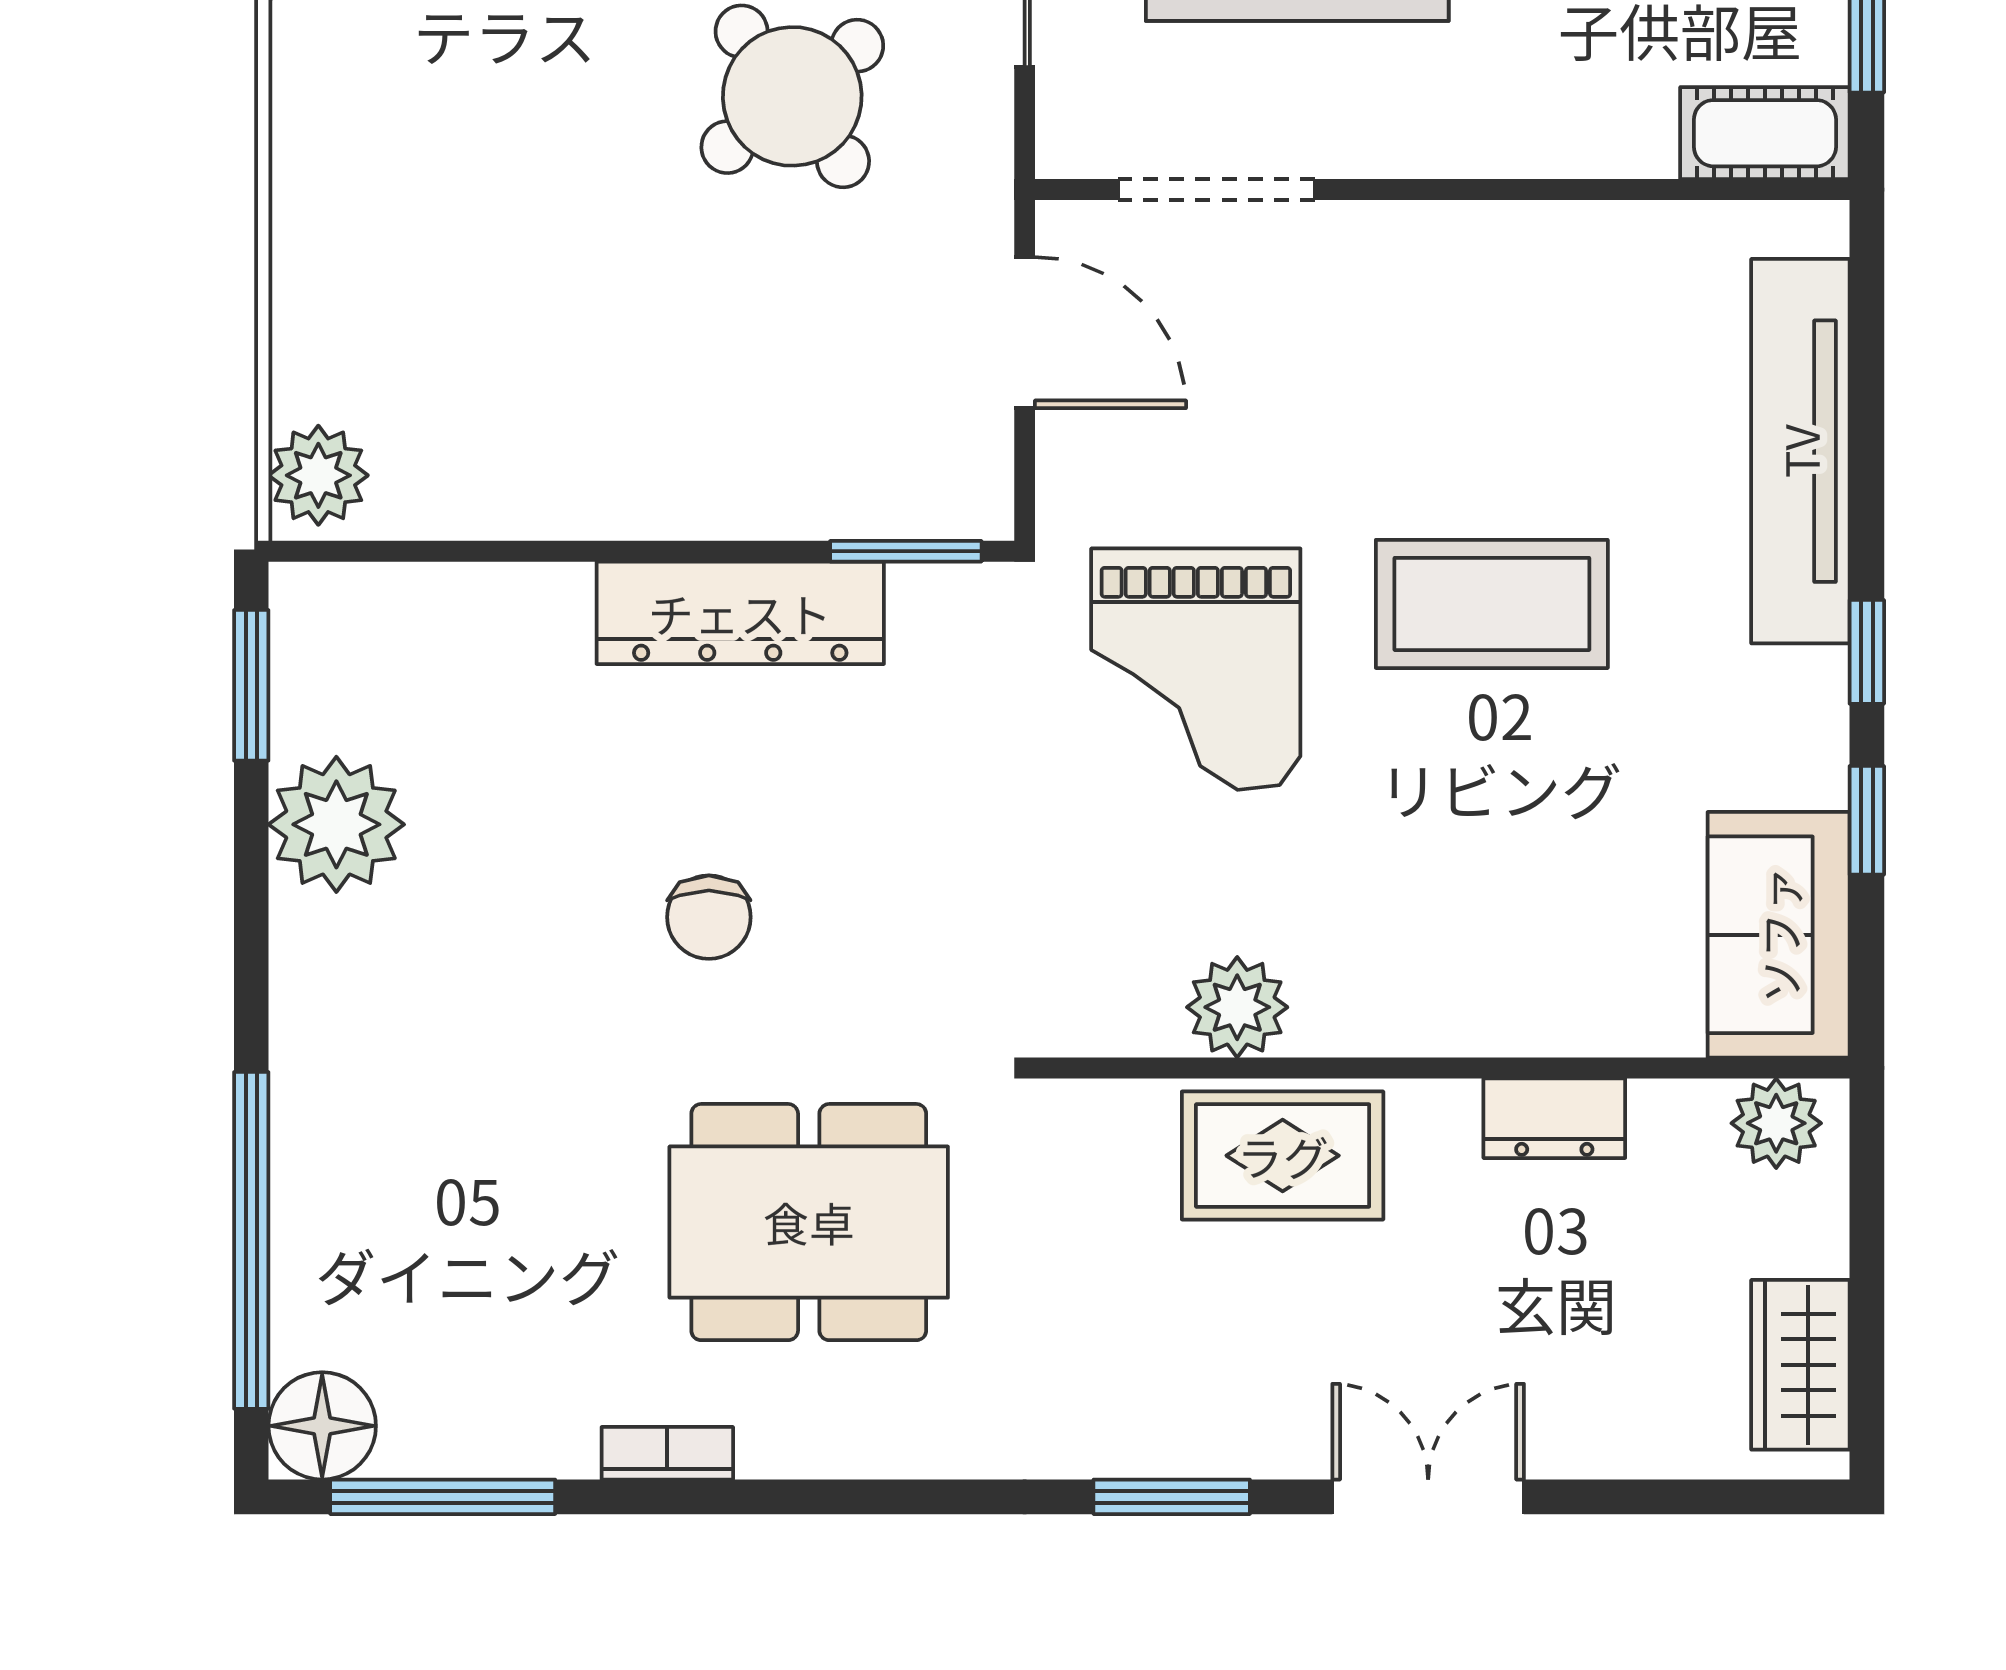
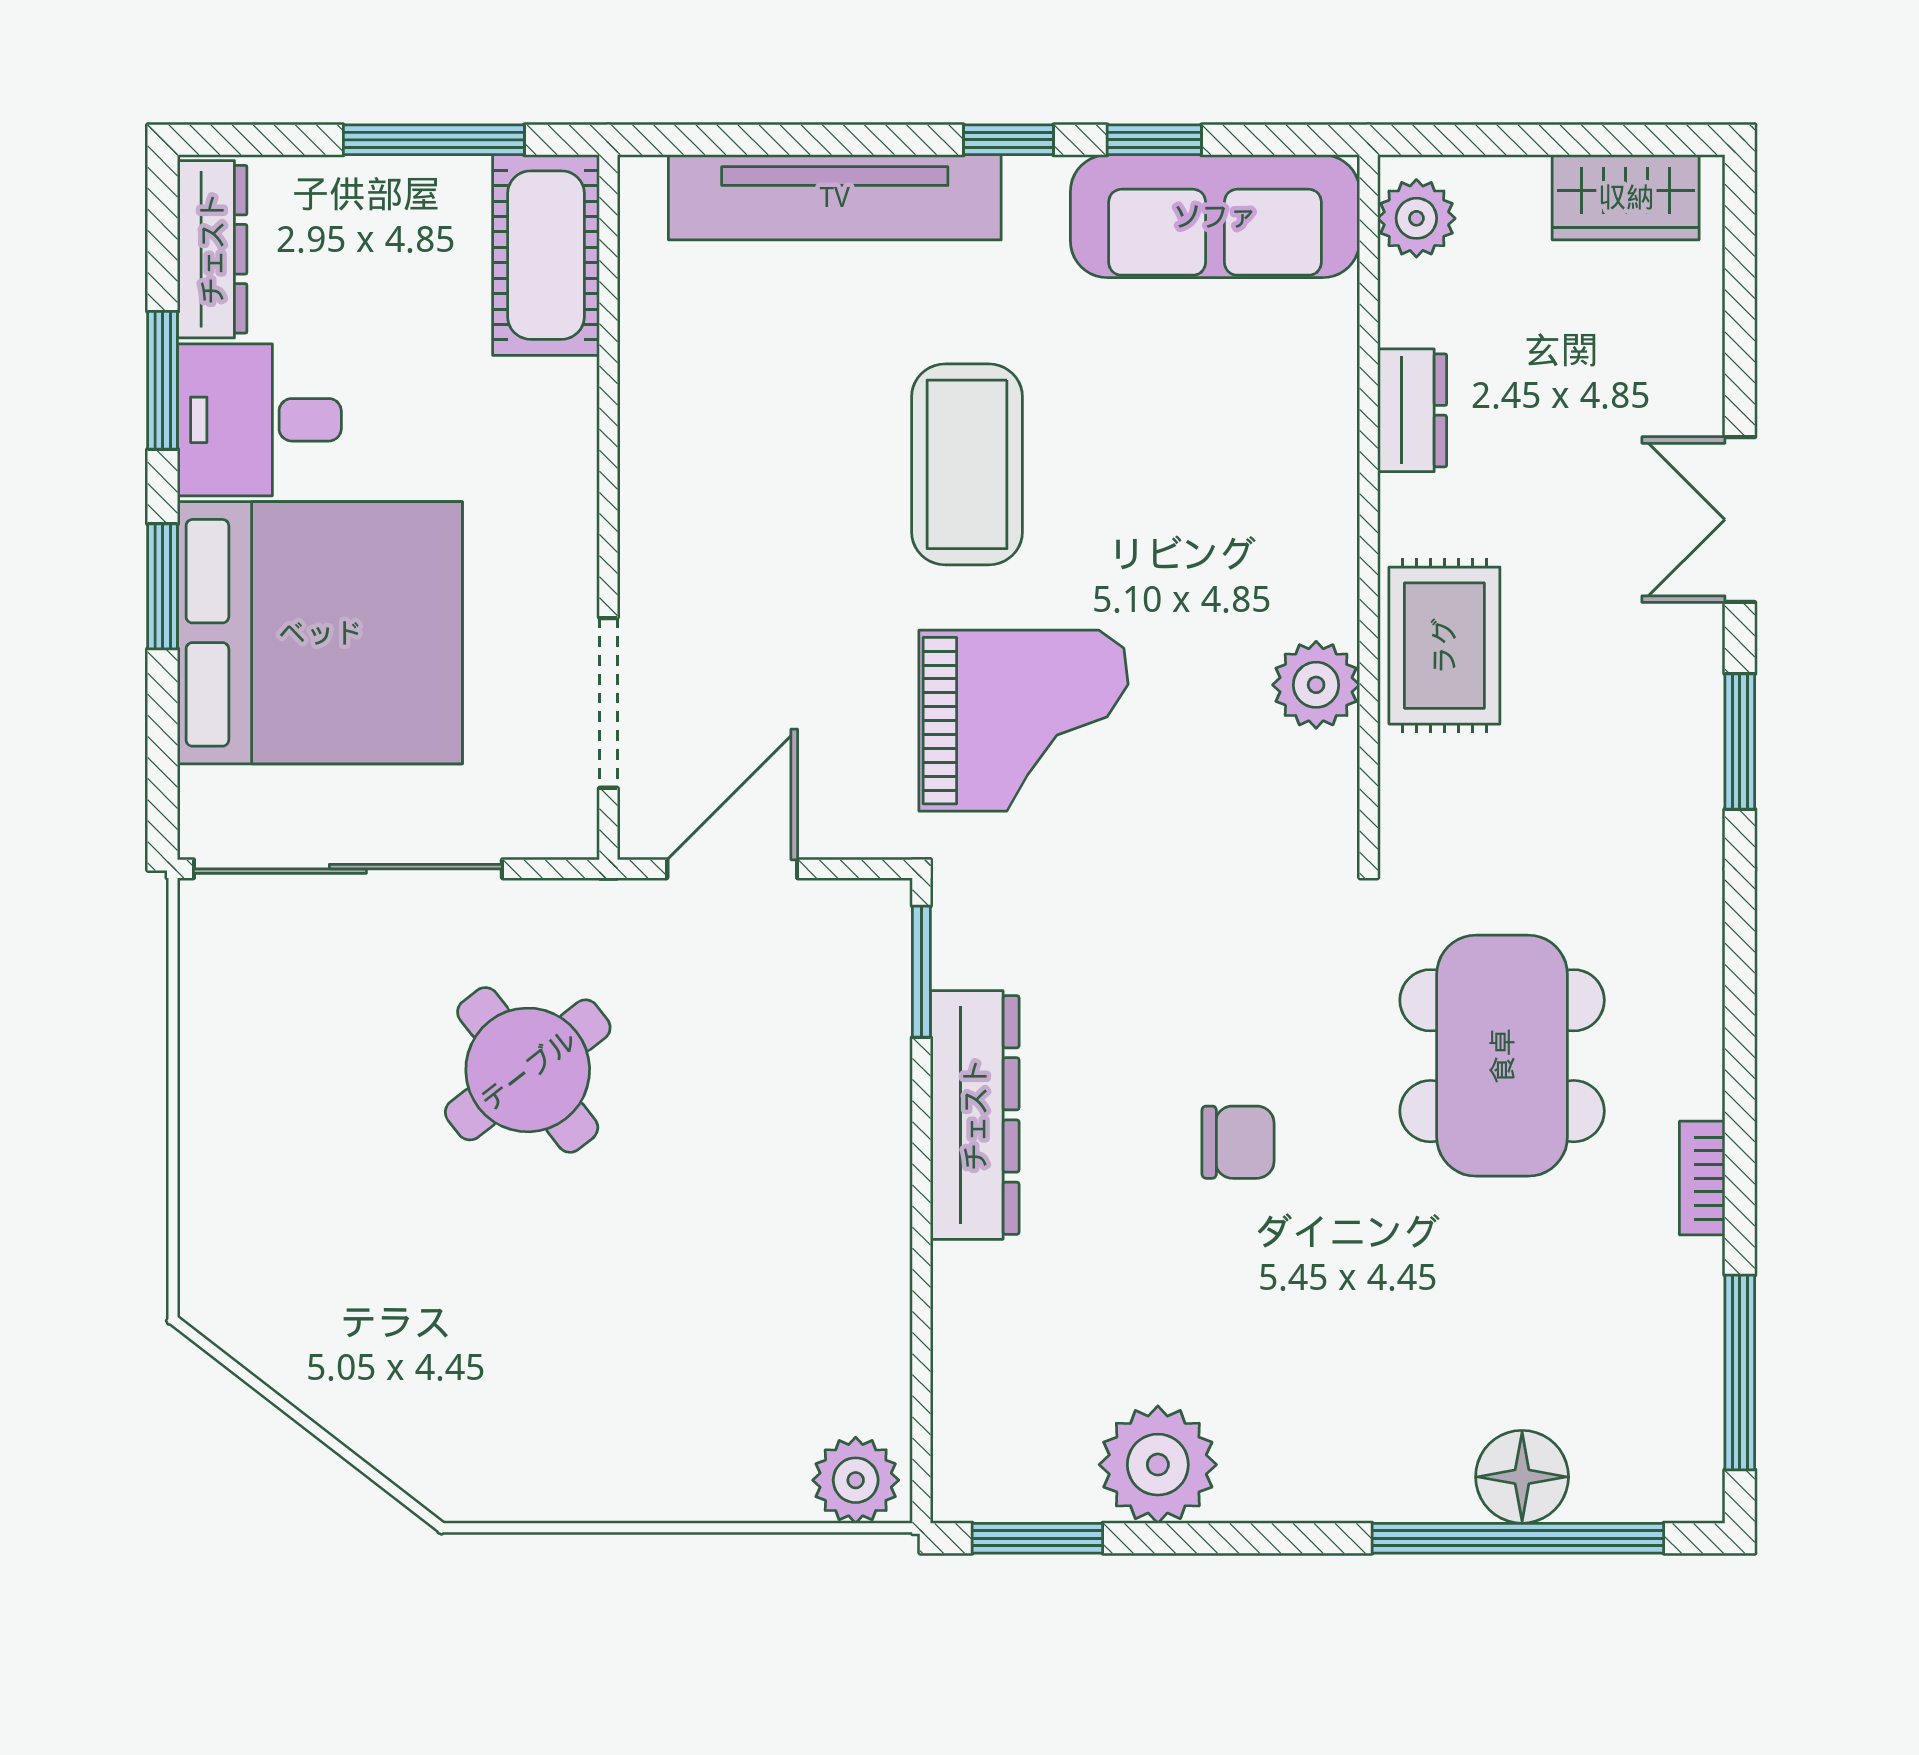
cot: (1765, 133) -> (546, 255), width x1.37, depth x1.34
sofa: (1779, 935) -> (1215, 216), width x1.36
floor lamp: (322, 1426) -> (1522, 1477), moved

